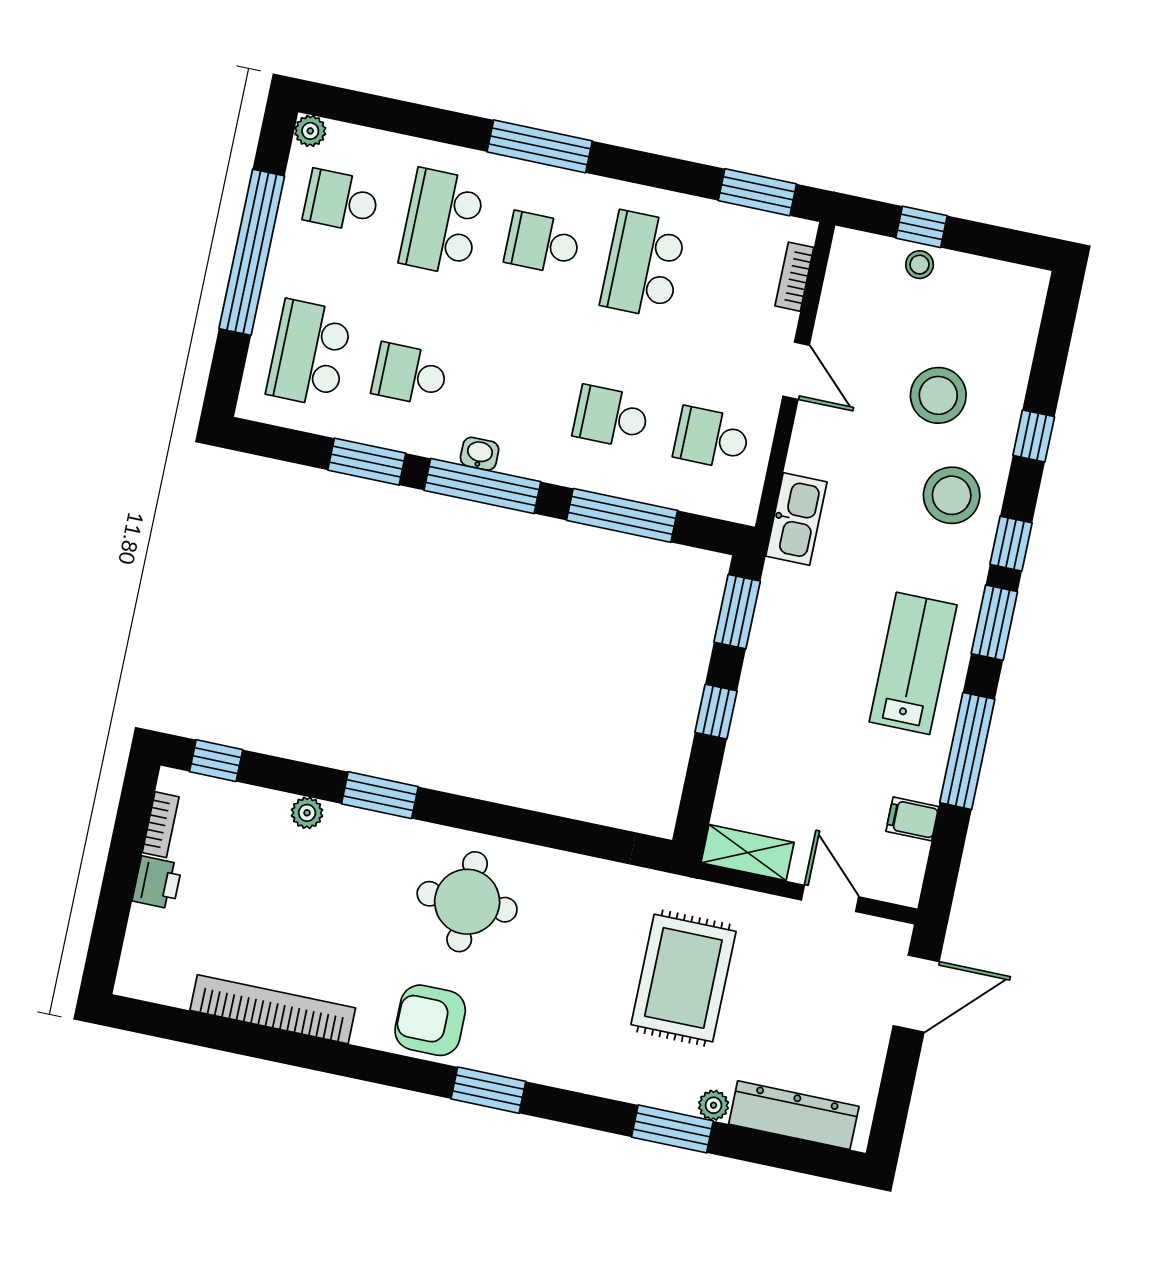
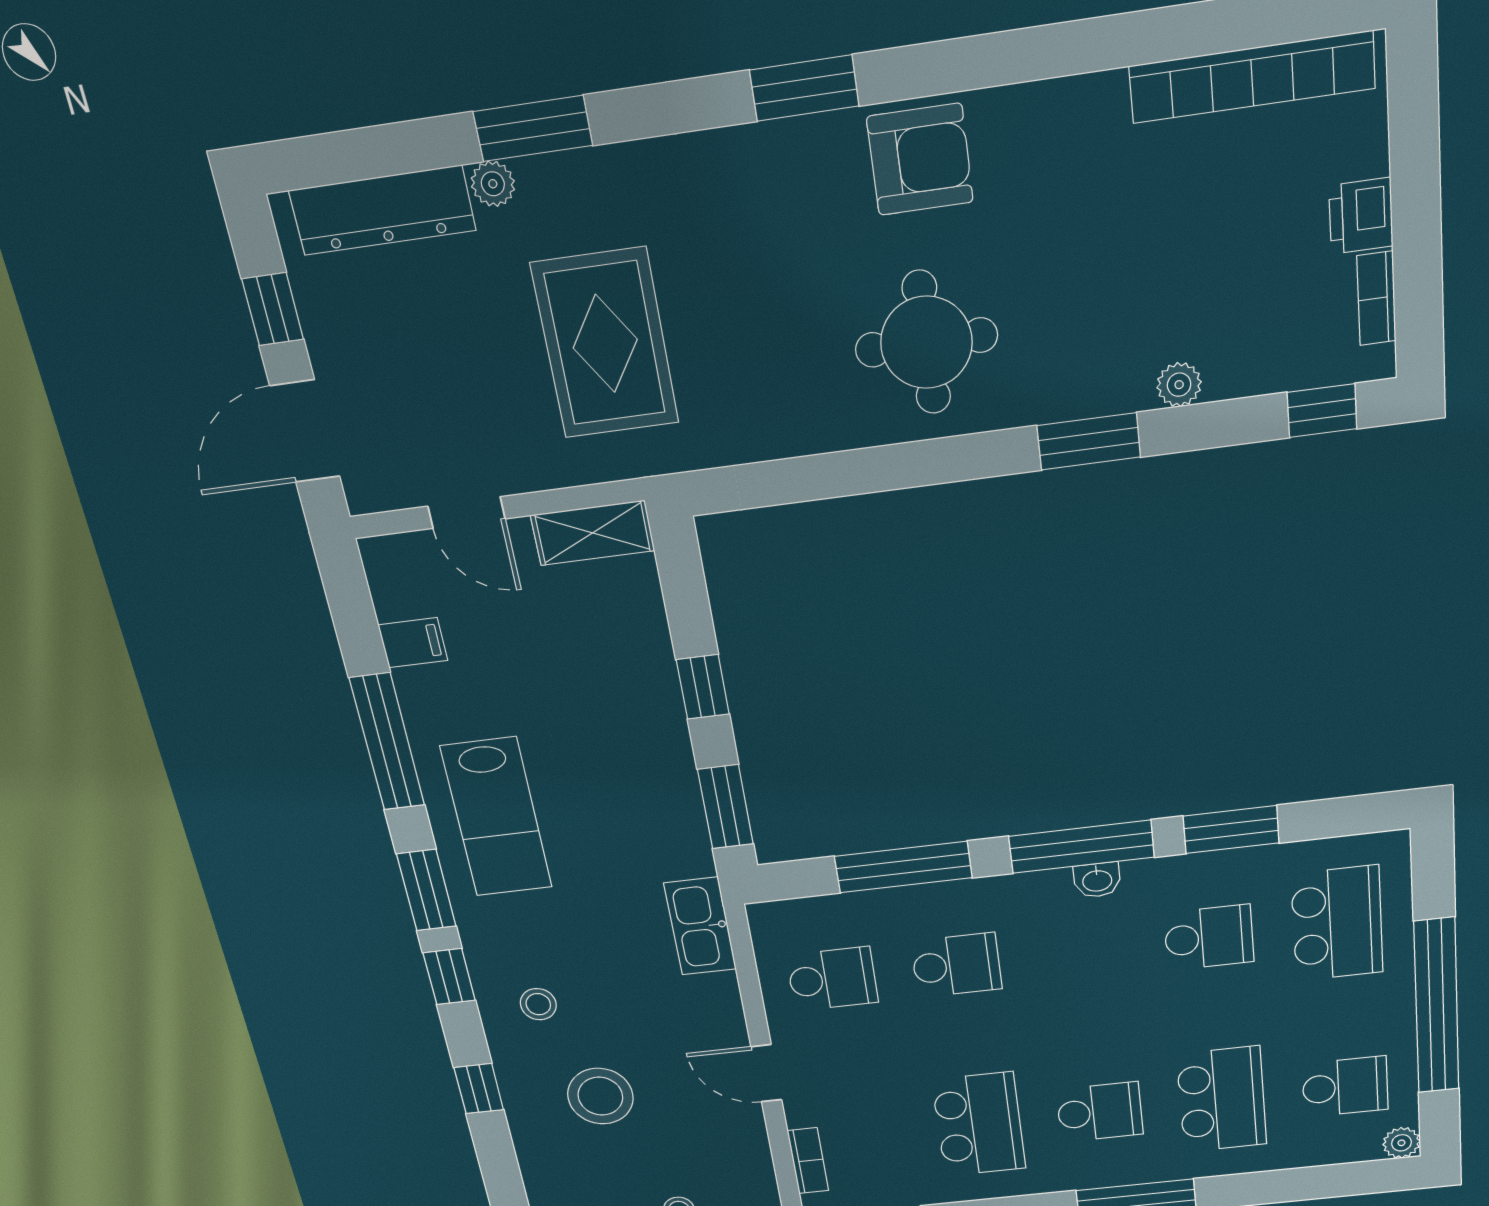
stool: (952, 495) -> (538, 1004), width x0.53, depth x0.53
bookcase: (273, 1009) -> (1252, 77), moved
window: (898, 1080) -> (273, 309), added

